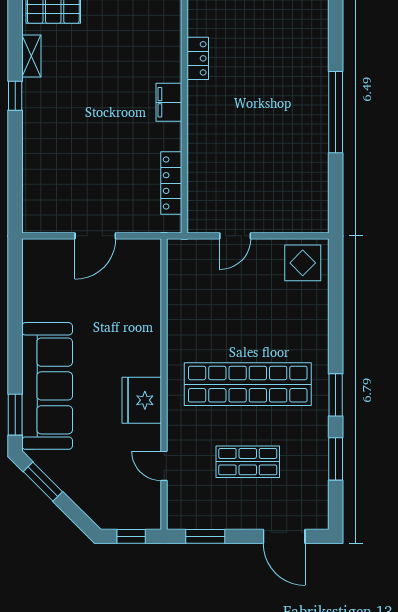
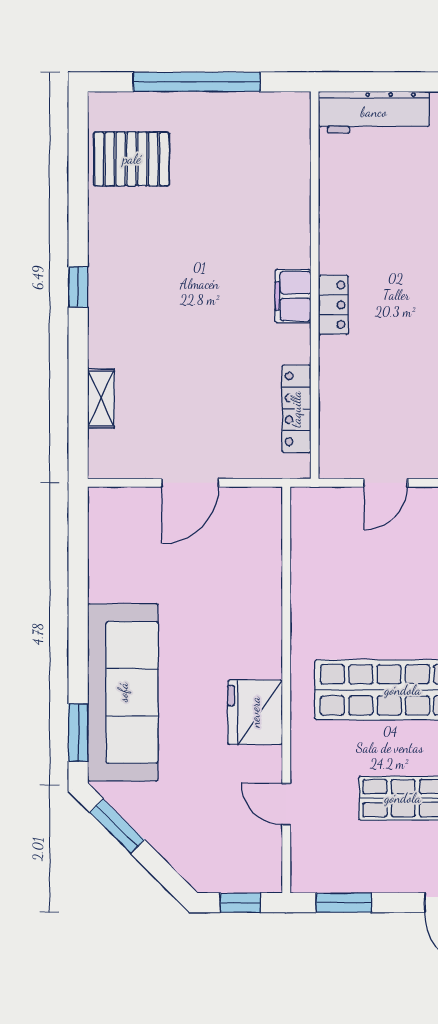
shelving: (31, 56) -> (101, 399), moved
locker: (198, 58) -> (333, 305), moved

